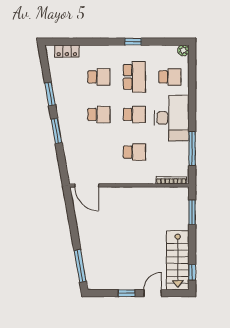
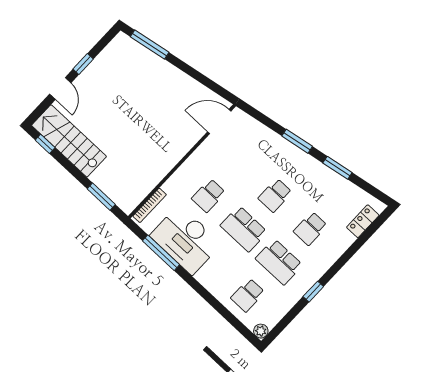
school desk: (134, 115) -> (244, 229), width x1.85
desk: (172, 118) -> (186, 240), moved

